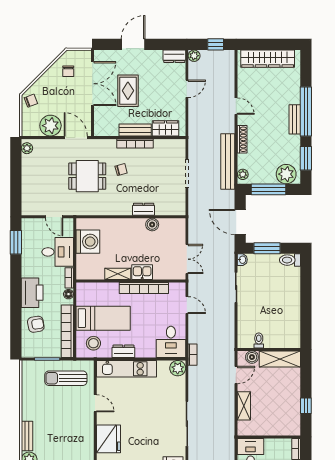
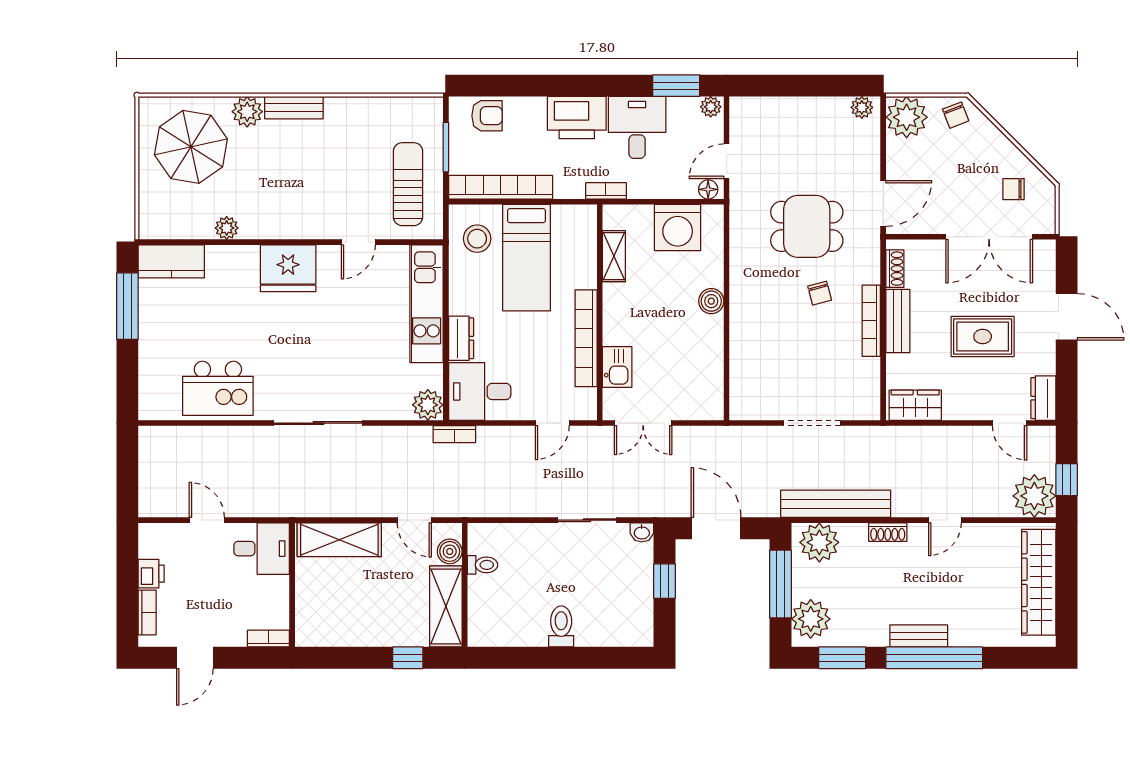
plant: (194, 56) -> (1034, 496), moved, width x1.88, depth x1.88
door: (187, 89) -> (1010, 423), moved
rug: (128, 91) -> (983, 337), moved
plant: (50, 126) -> (907, 117), moved
wardrobe: (166, 128) -> (915, 405), moved, turned -90
shoe rack: (109, 131) -> (895, 269), added
shoe rack: (242, 139) -> (888, 532), width x0.70
plant: (243, 174) -> (819, 542), width x1.88, depth x1.88
dining table: (87, 176) -> (807, 226), turned 90
dresser: (144, 209) -> (741, 338), removed
door: (240, 222) -> (716, 528), hinge flipped
plant: (27, 225) -> (711, 107), added
boiler: (152, 225) -> (711, 301), moved
window: (267, 248) -> (664, 581), width x0.67
desk: (58, 252) -> (637, 127), moved, turned 180
toilet: (290, 260) -> (561, 626), moved
kitchen sink: (142, 272) -> (617, 367), moved
shelving: (118, 274) -> (614, 256), moved
floor lamp: (68, 294) -> (708, 189), moved
armchair: (36, 324) -> (487, 116), moved, turned -80
dresser: (123, 351) -> (461, 338), moved
shelving: (244, 406) -> (339, 540), width x1.50, depth x1.33
window: (306, 406) -> (408, 658), moved

